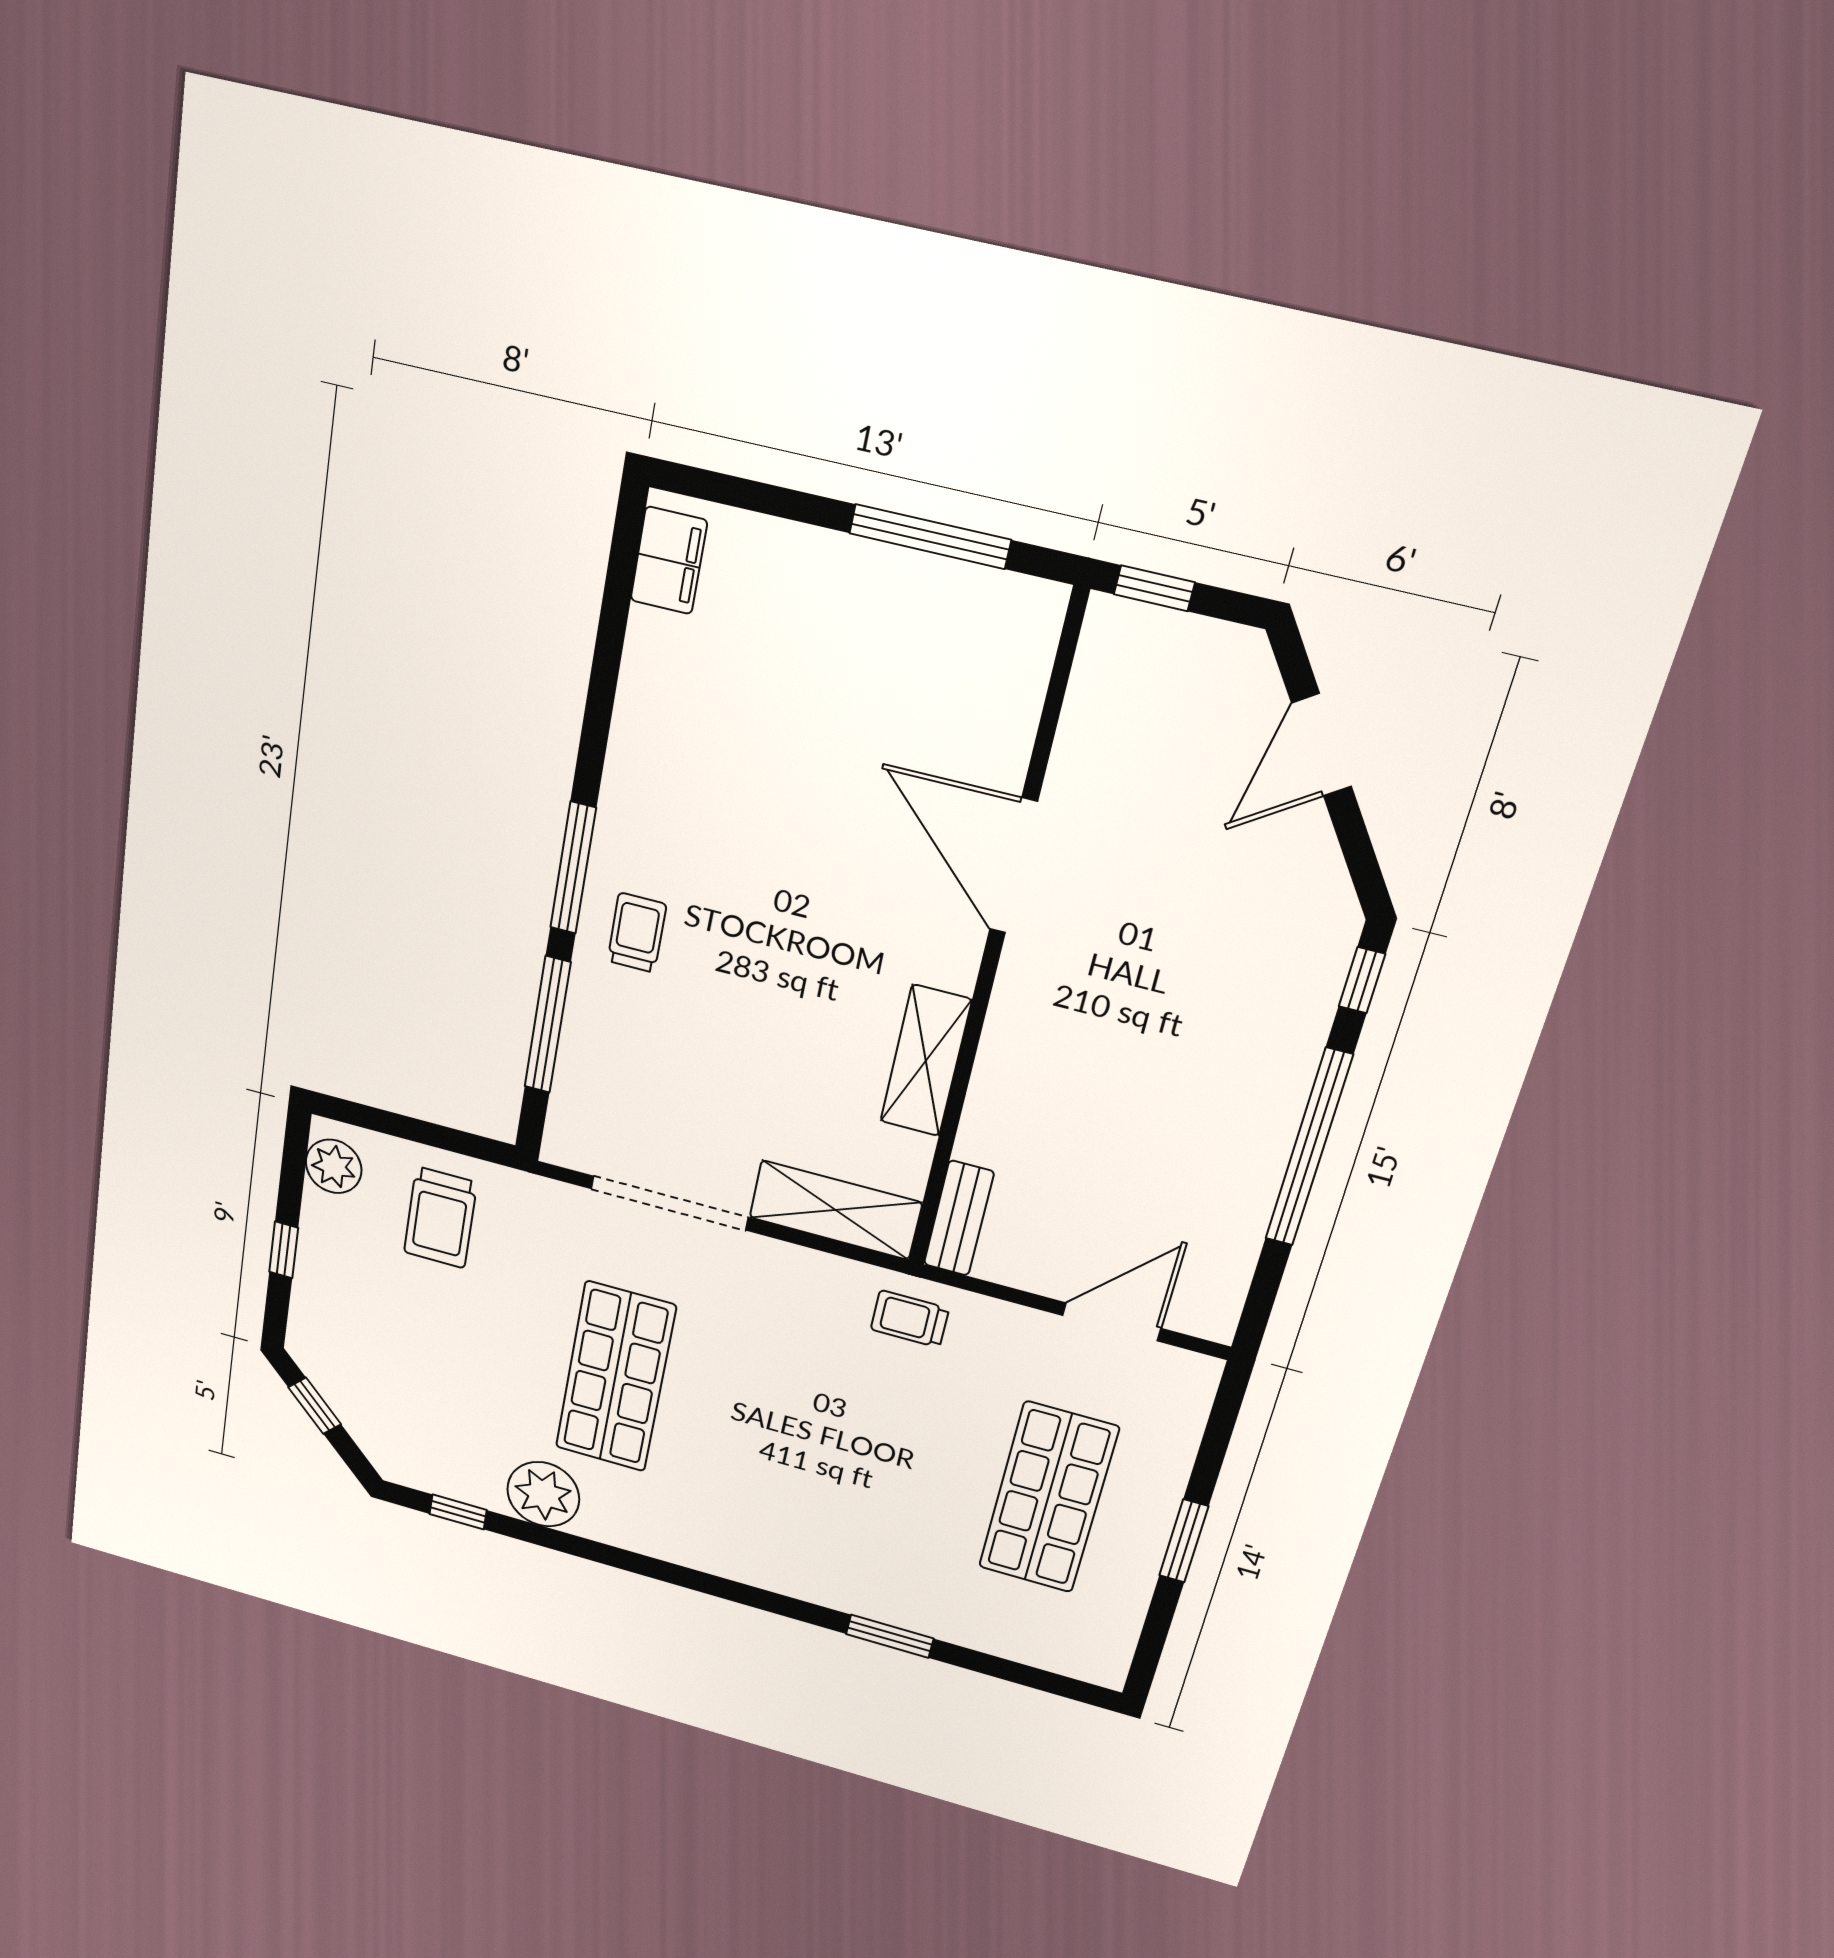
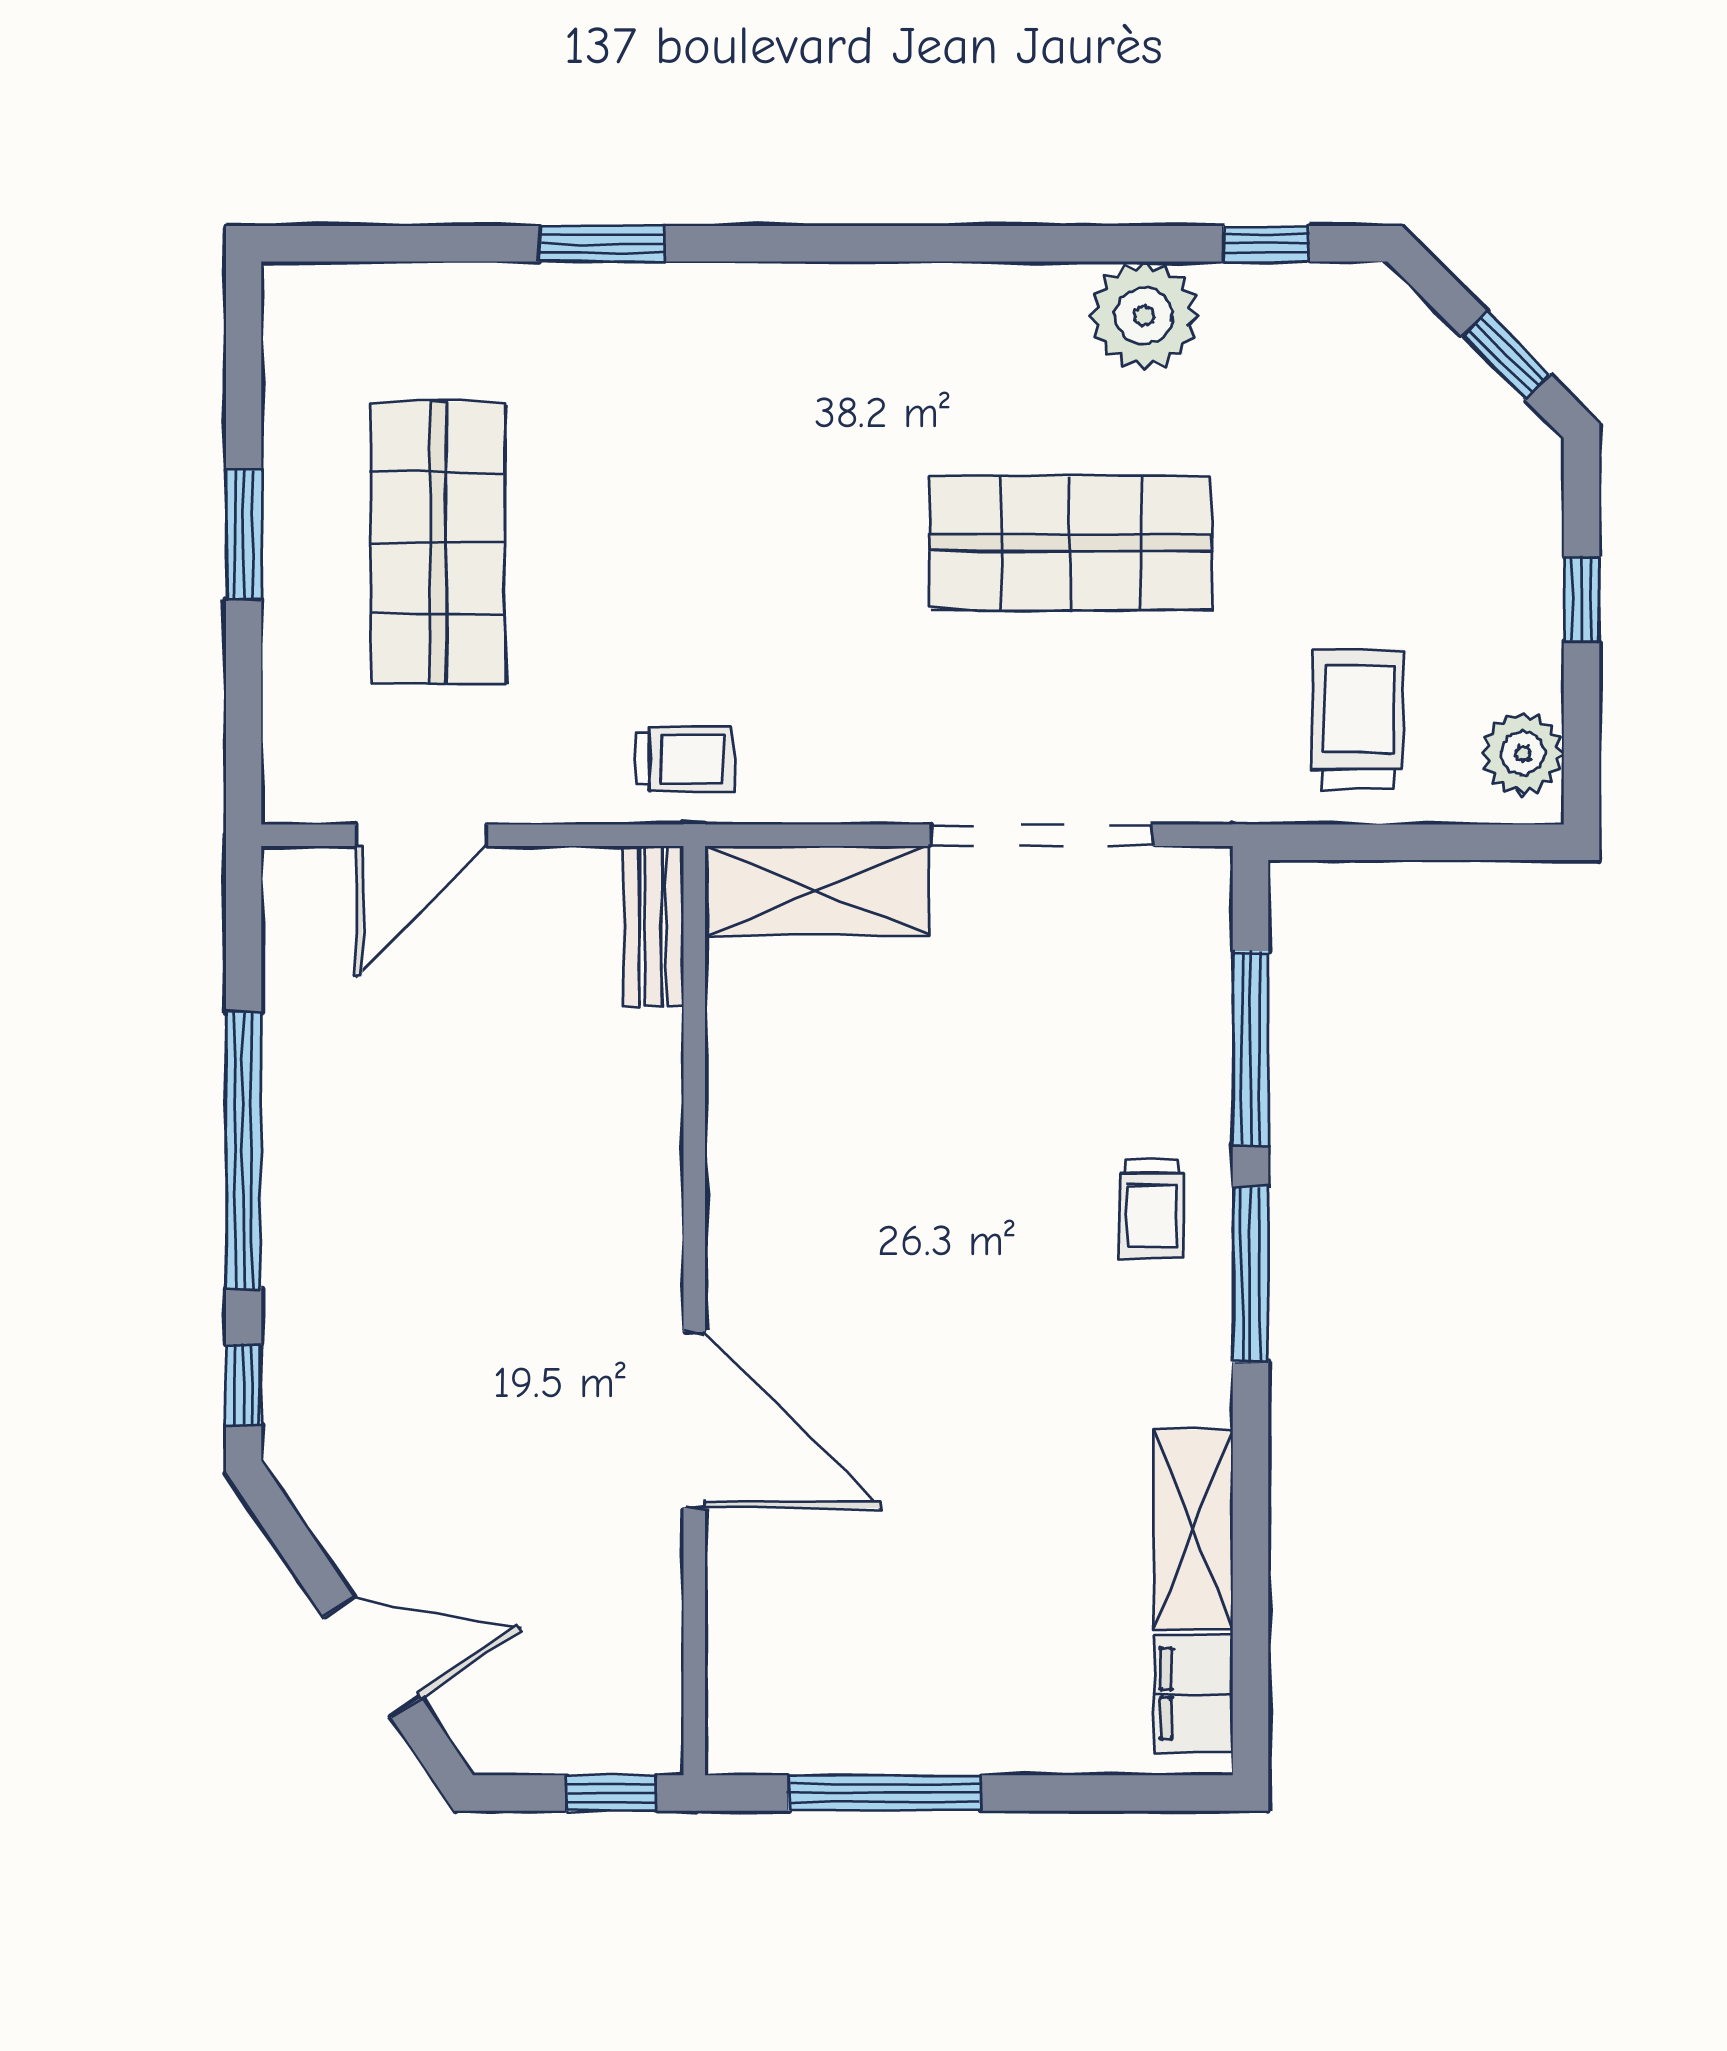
door: (1322, 745) -> (372, 1657), hinge flipped
shelving: (926, 1061) -> (1193, 1529), moved
shop shelf: (615, 1377) -> (1071, 543), turned 90

